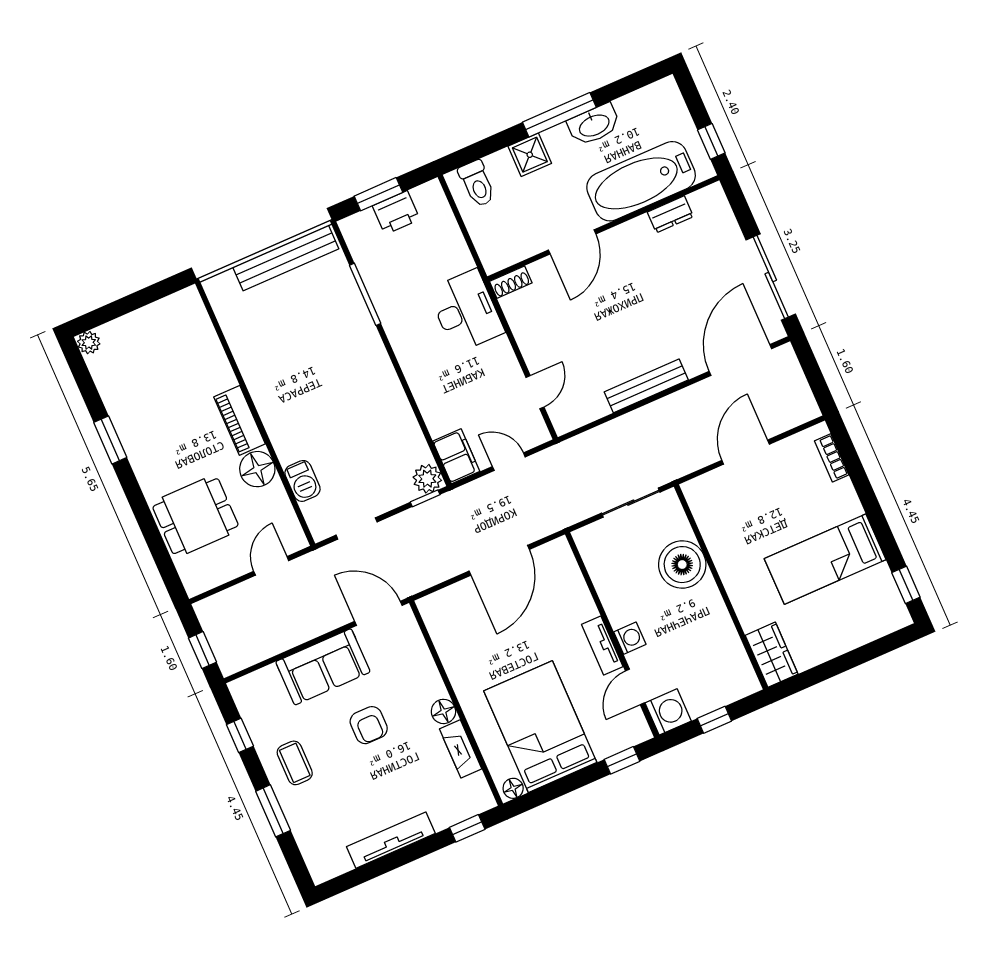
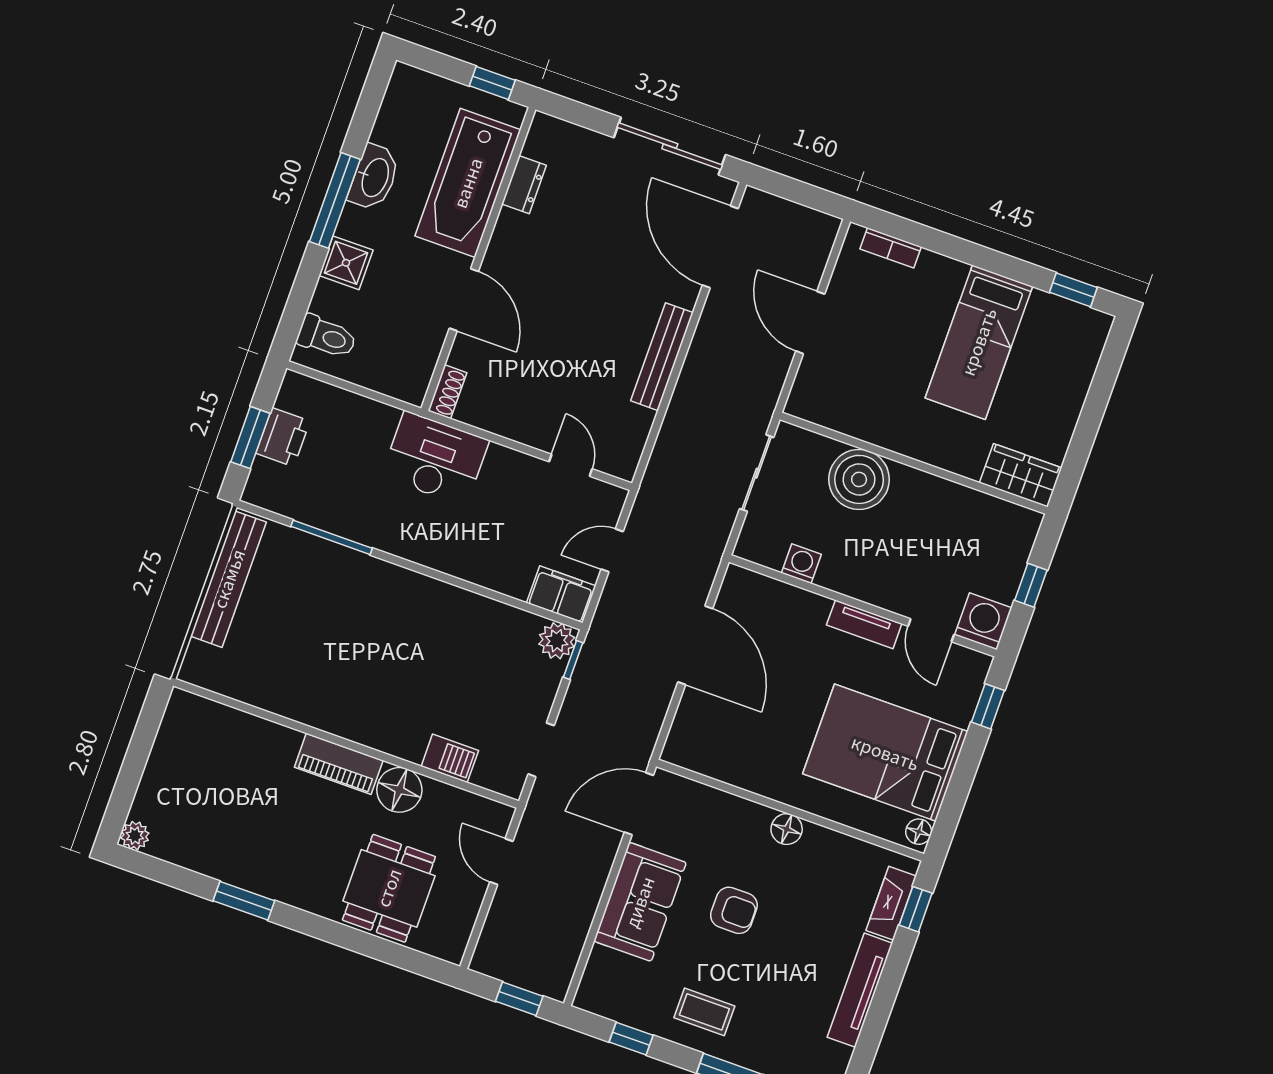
washing machine: (630, 638) -> (801, 564), moved
fireplace: (461, 749) -> (891, 903), moved, turned 90

